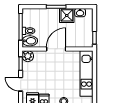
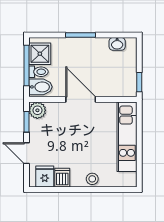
shower: (67, 15) -> (40, 54), moved
door: (56, 49) -> (81, 99), hinge flipped

